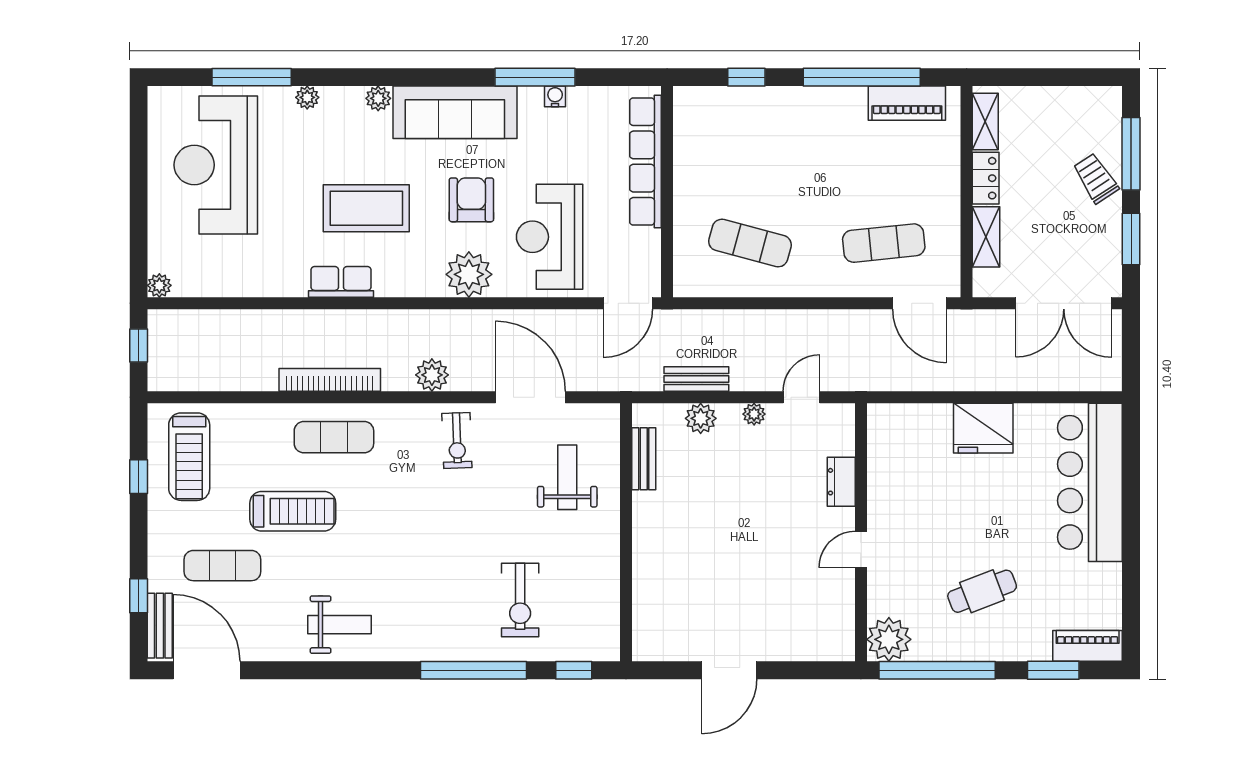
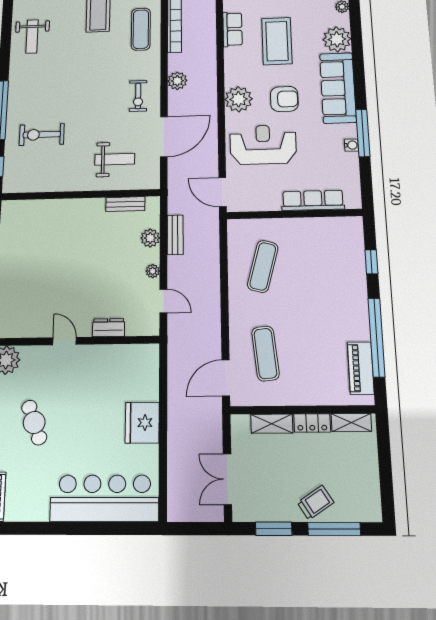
plant: (378, 98) -> (337, 39), width x1.88, depth x1.88
row of seats: (645, 162) -> (313, 200), width x0.73
double door: (1064, 303) -> (227, 479), width x0.73
exercise bike: (457, 441) -> (138, 96), turned -88

